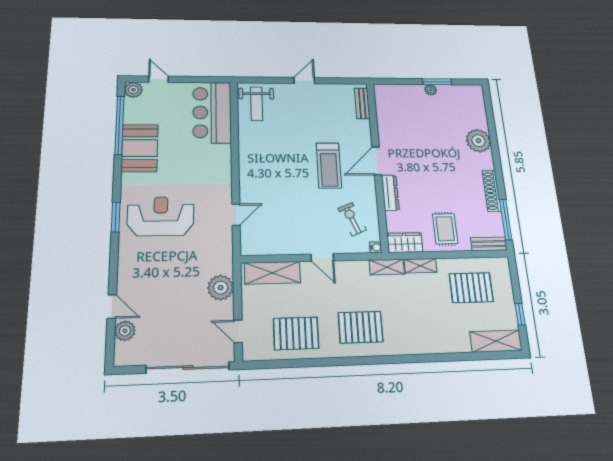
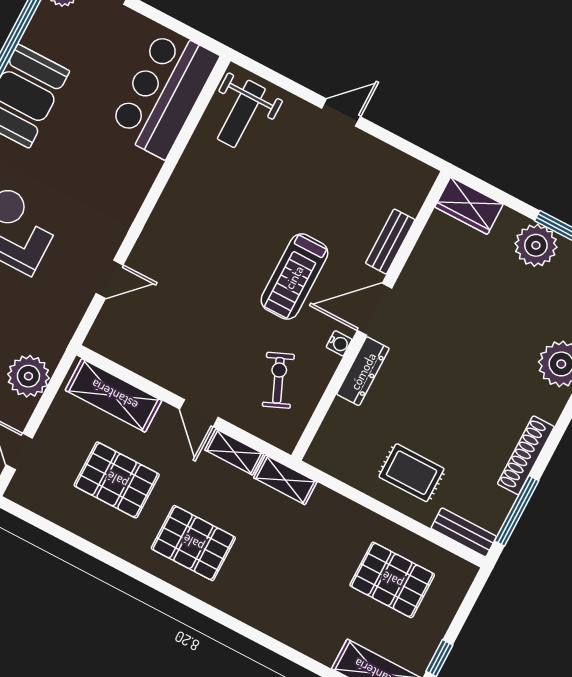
plant: (431, 90) -> (536, 245), width x1.88, depth x1.88
bench: (362, 103) -> (390, 241), moved
rug: (445, 229) -> (412, 473), turned 90
wardrobe: (405, 243) -> (469, 206), moved, turned 180
water cooler: (376, 247) -> (339, 343), moved
shelving: (421, 266) -> (234, 452), moved
pallet: (296, 333) -> (117, 480), moved

